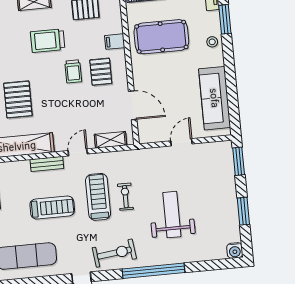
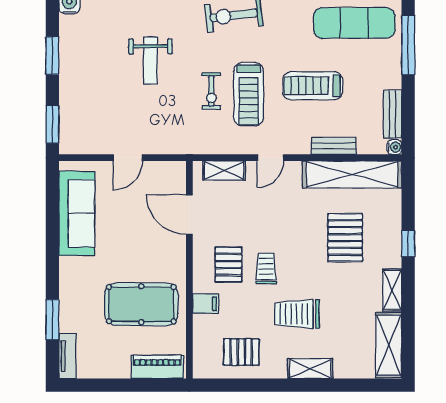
trolley: (48, 41) -> (297, 314), turned 180
stool: (212, 42) -> (73, 291), removed
bench: (47, 164) -> (334, 146), moved
weight bench: (172, 215) -> (150, 60), width x0.73, depth x0.75

